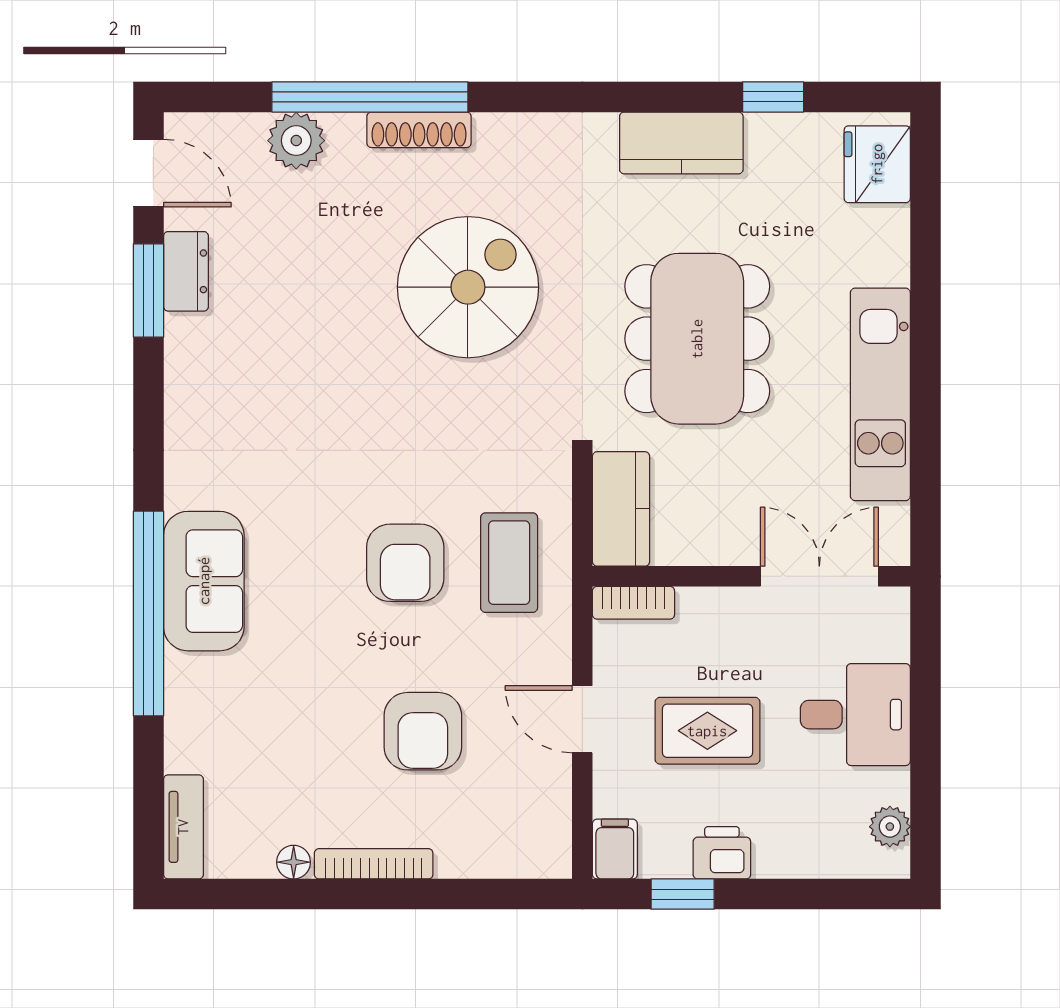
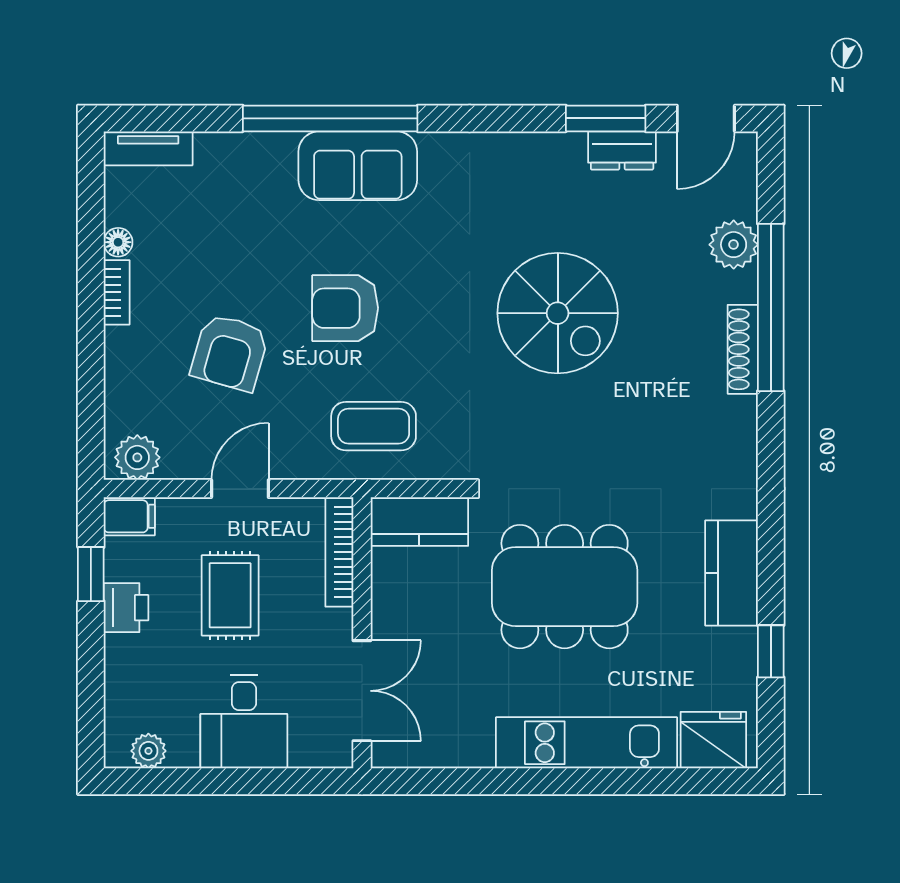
spiral stairs: (468, 287) -> (558, 313), moved
kitchen unit: (880, 394) -> (586, 743), moved
armchair: (405, 563) -> (345, 308), moved
bookcase: (633, 603) -> (339, 552), width x1.56
armchair: (423, 731) -> (230, 353), turned -74
plant: (546, 840) -> (137, 457), added
bookcase: (374, 864) -> (117, 292), width x0.64

